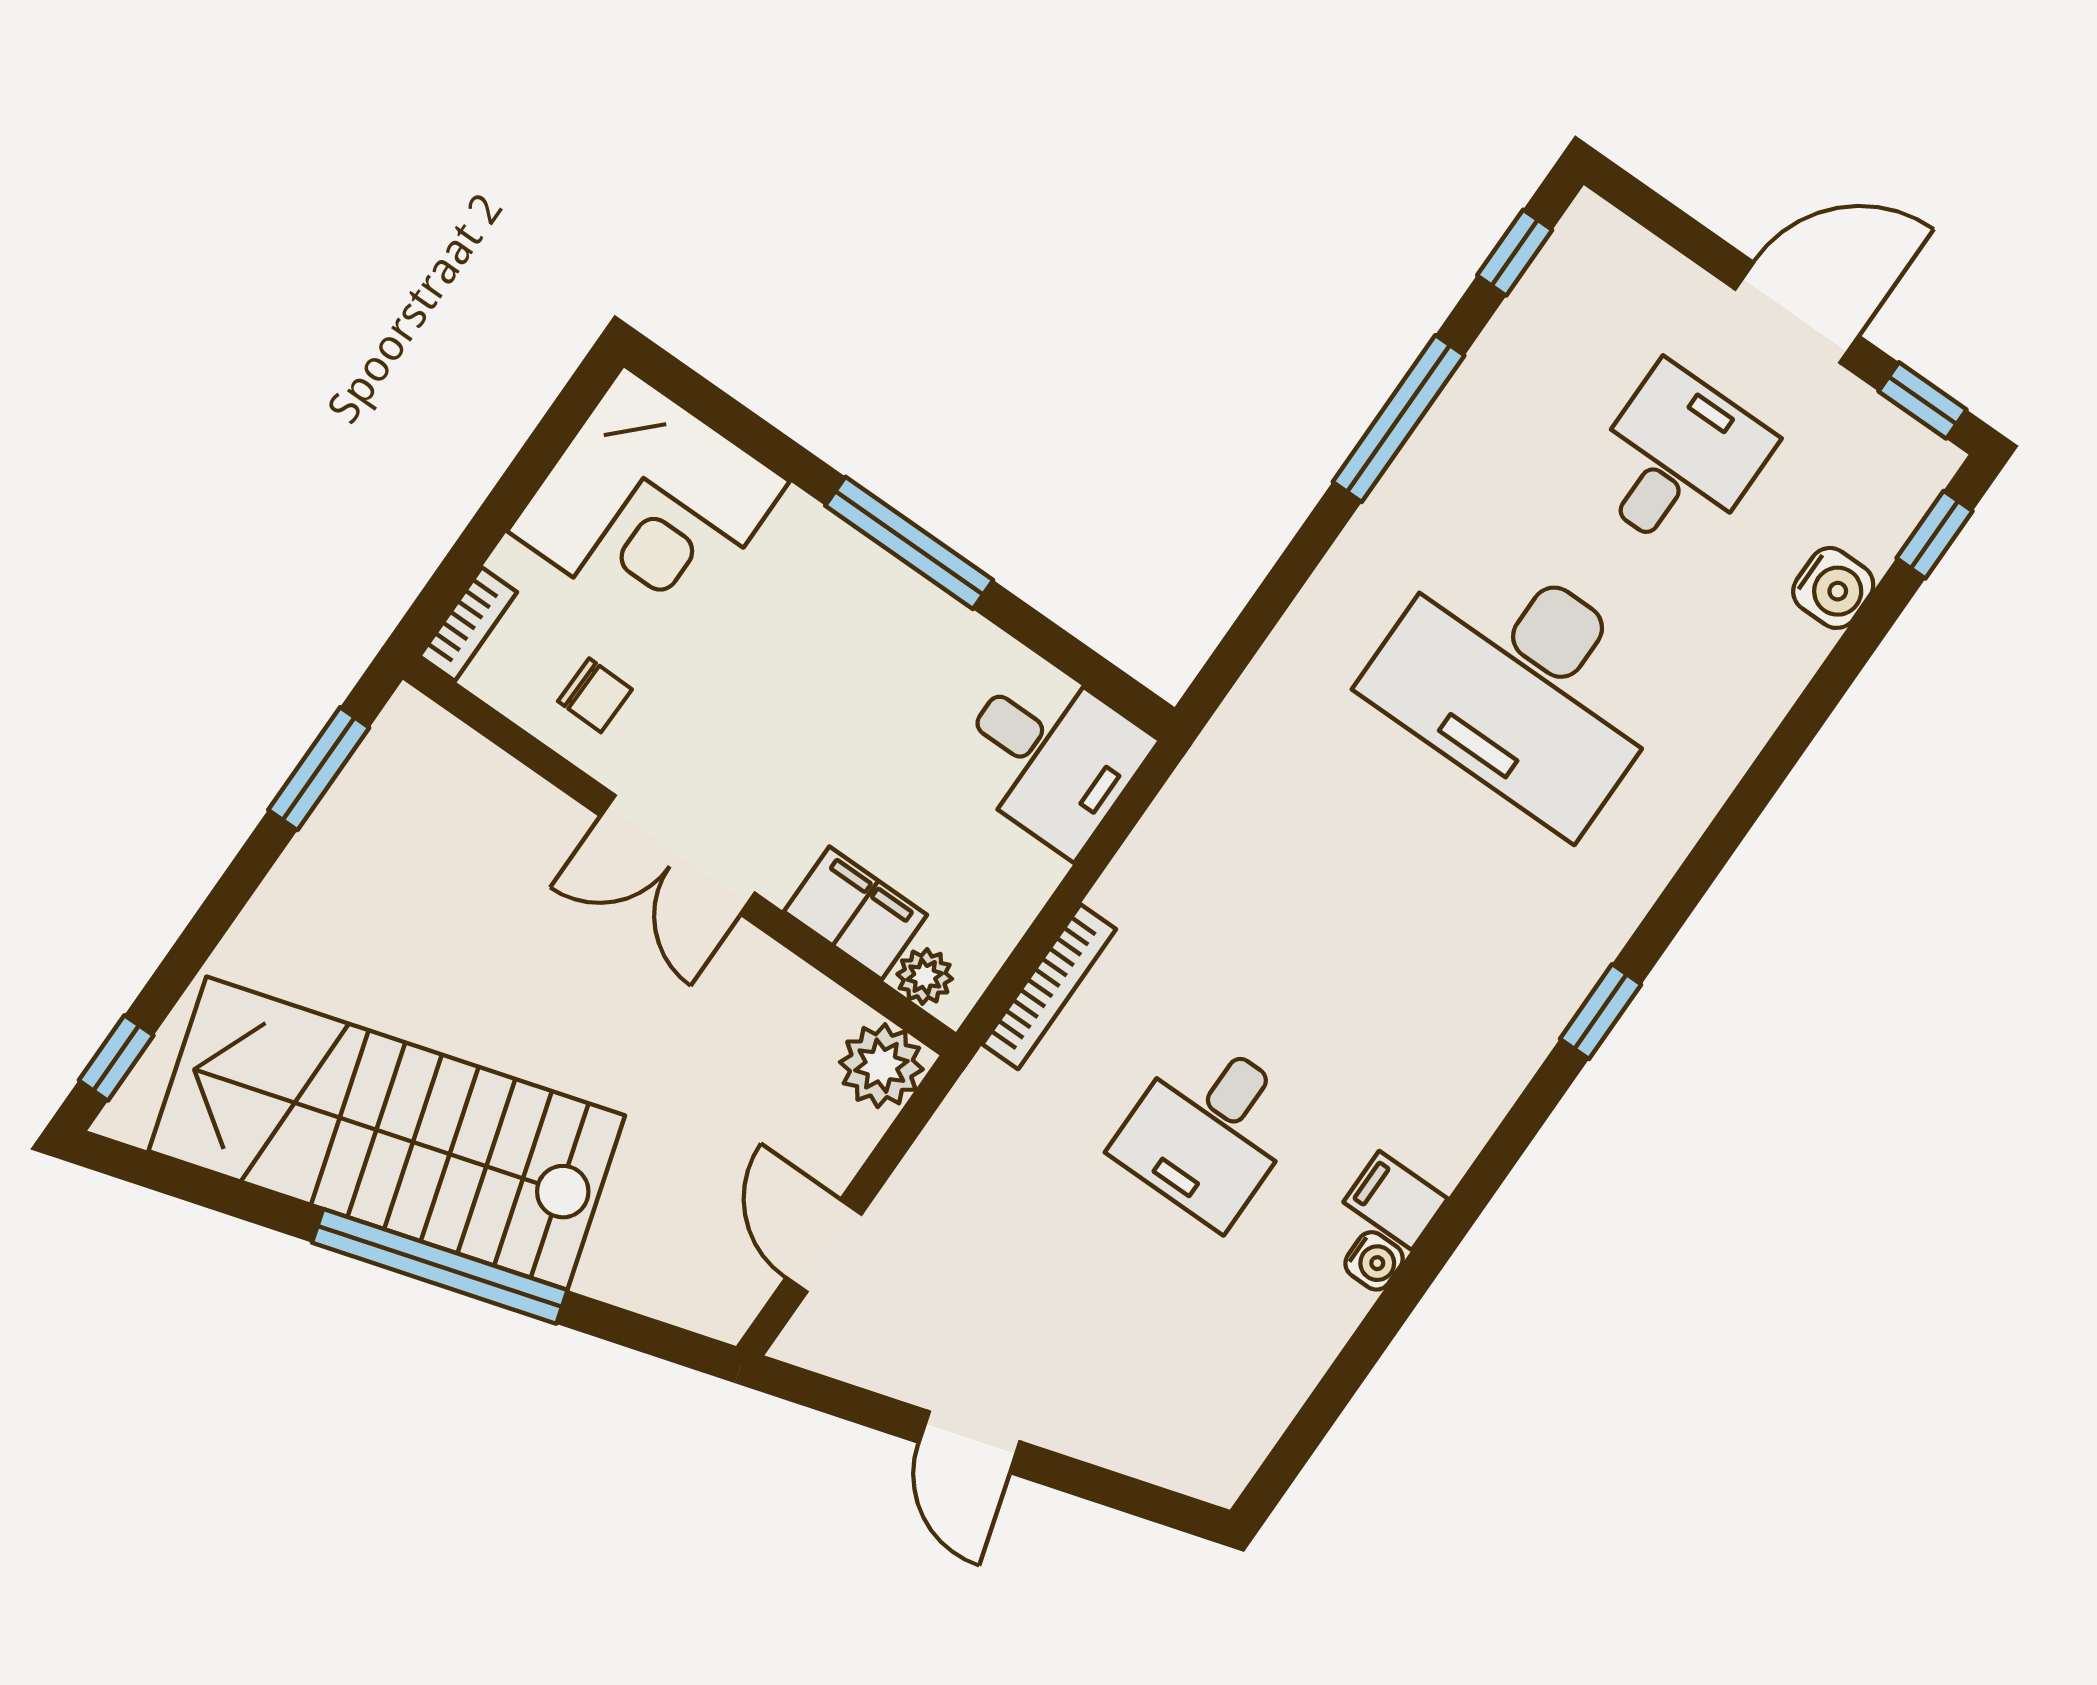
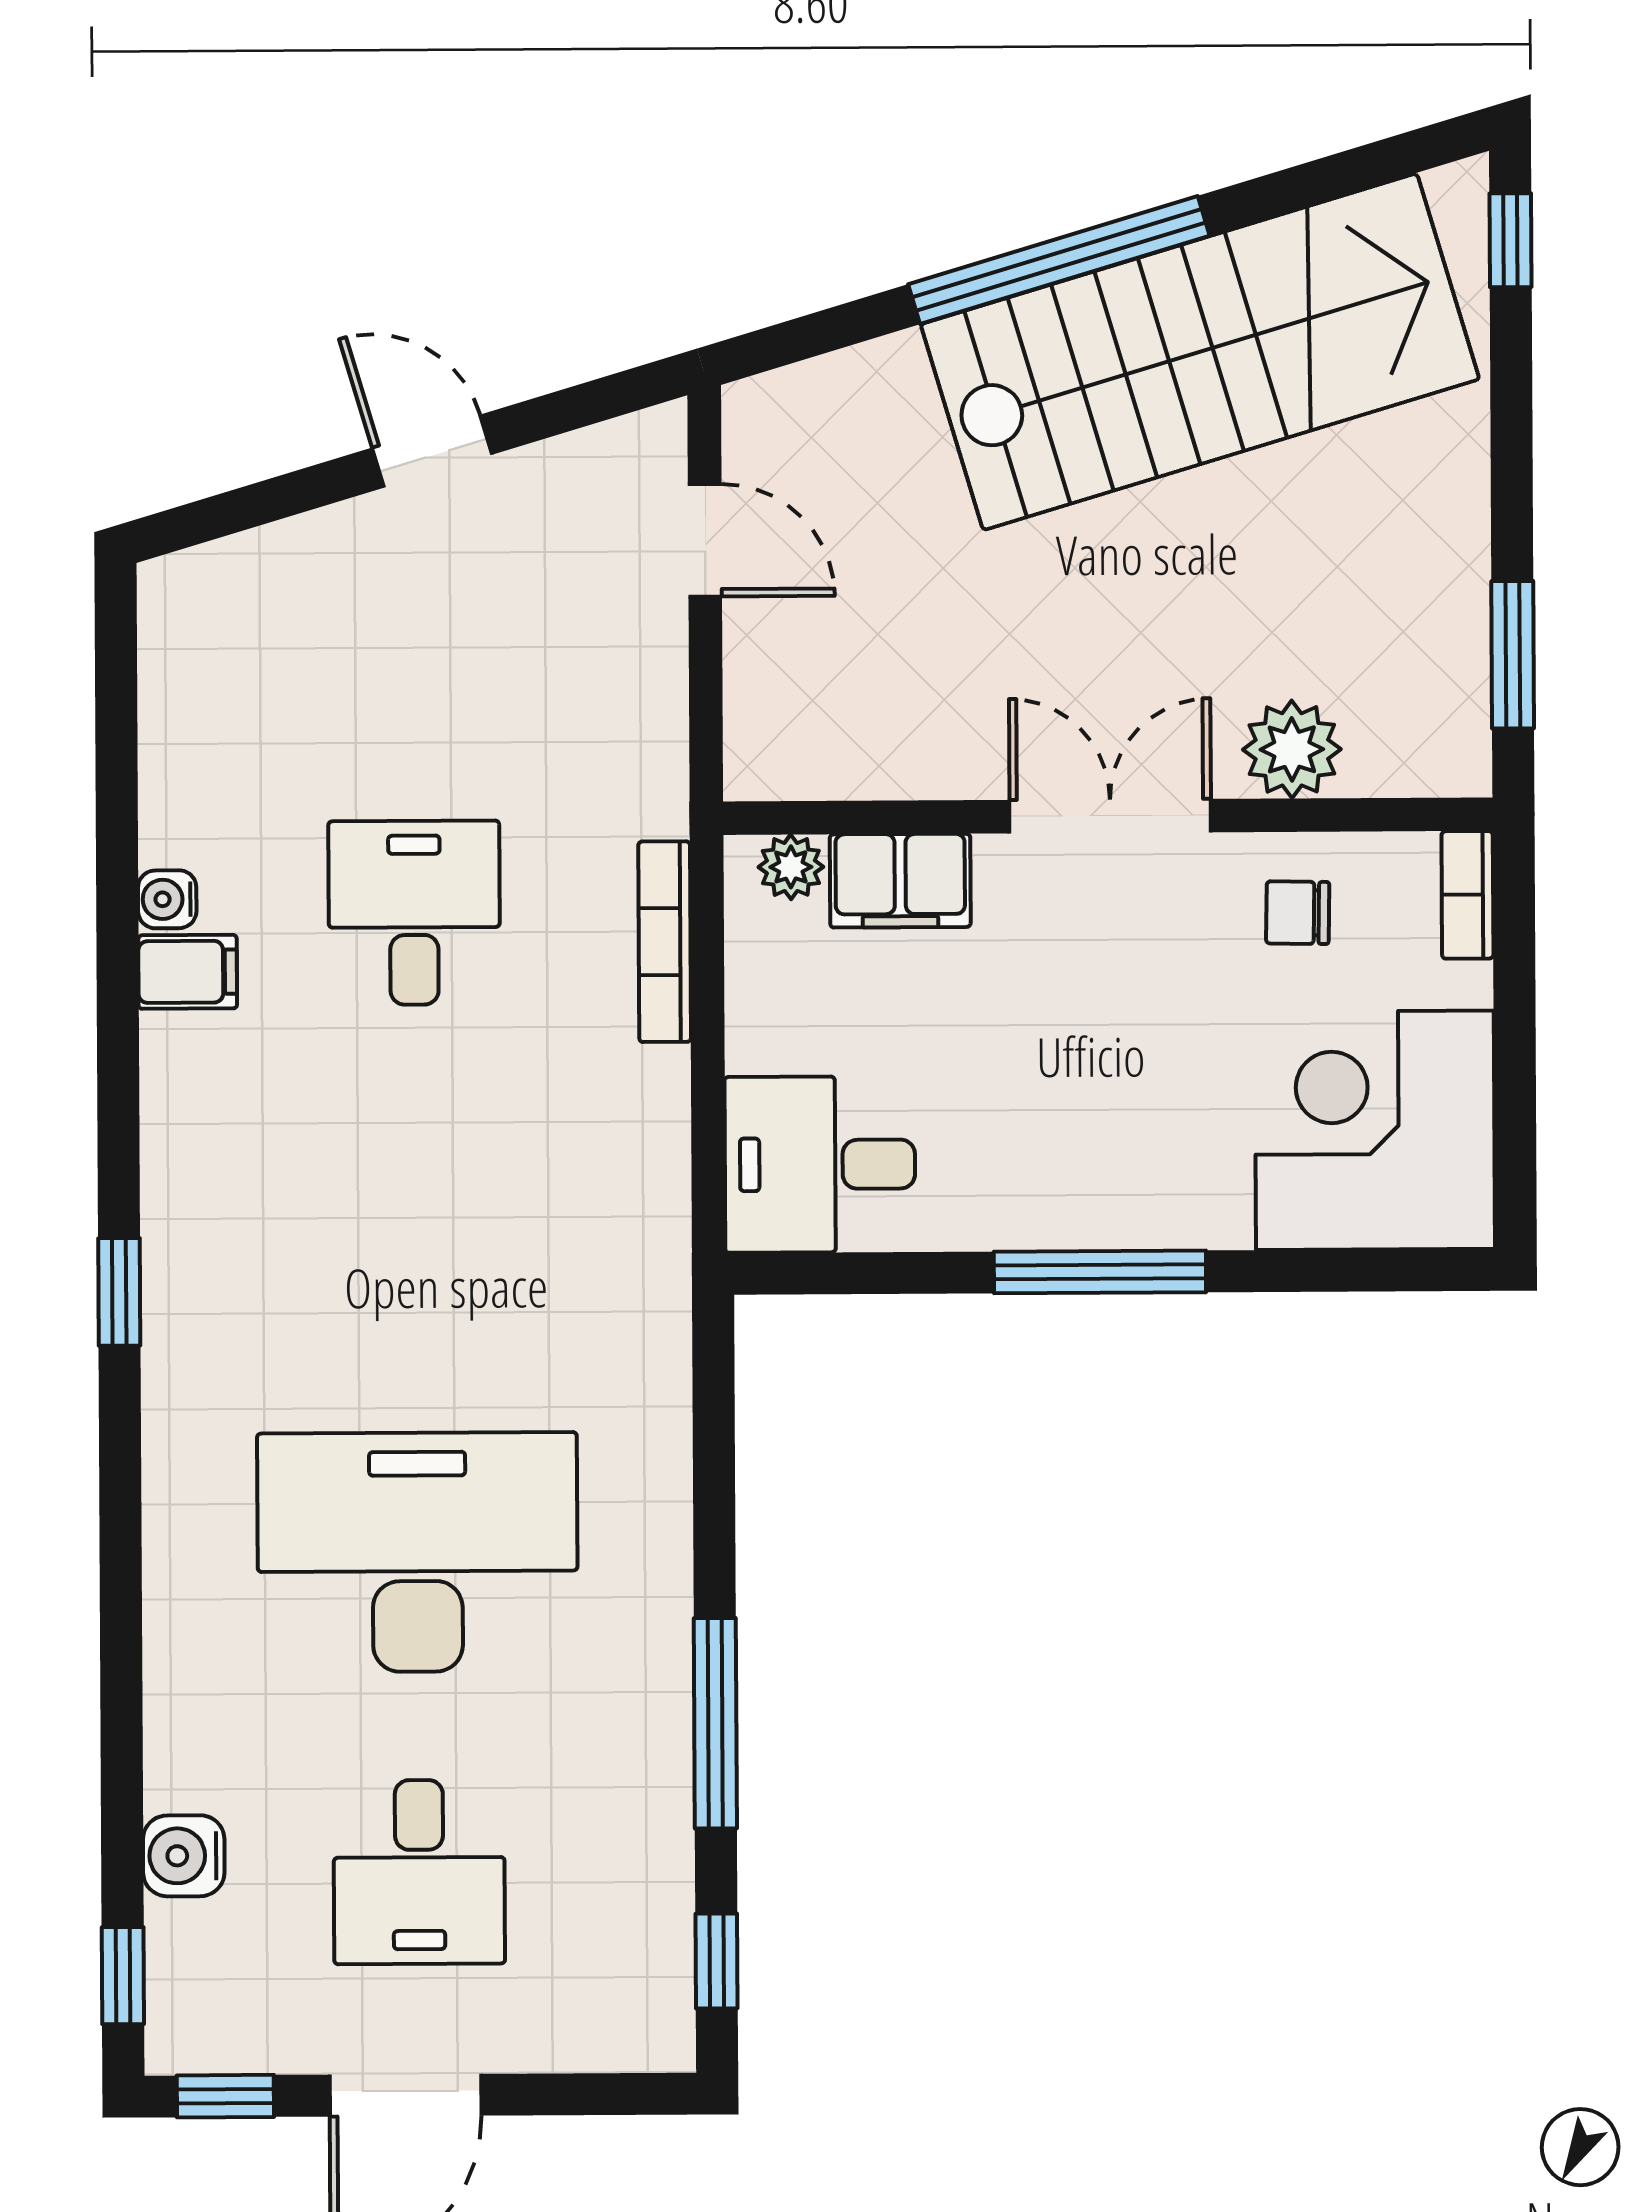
plant: (881, 1066) -> (1292, 749), moved

